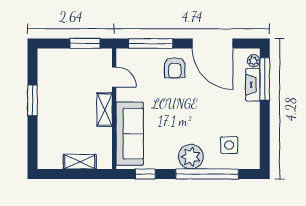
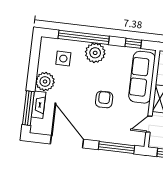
plant: (254, 61) -> (45, 82), moved, width x1.87, depth x1.87
armchair: (175, 68) -> (104, 100), moved
door: (114, 77) -> (149, 124), hinge flipped

